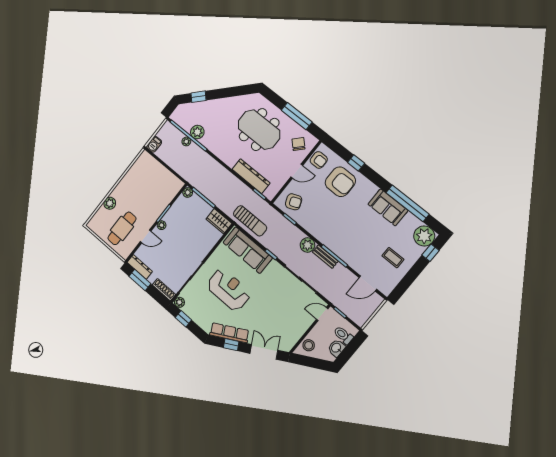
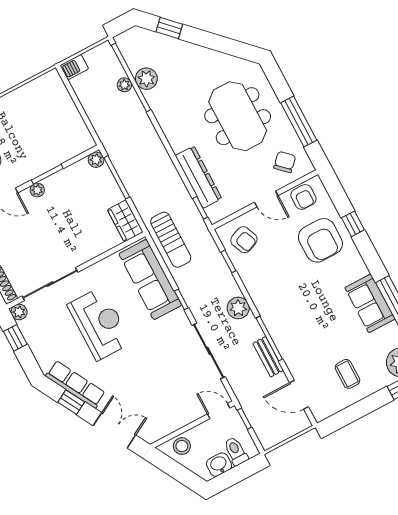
bench: (325, 257) -> (268, 357), moved

